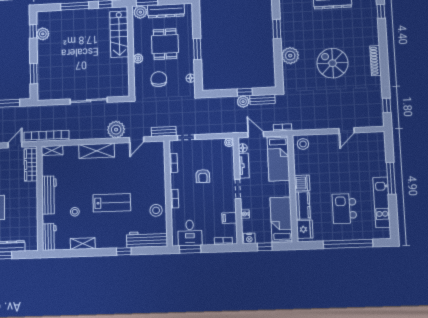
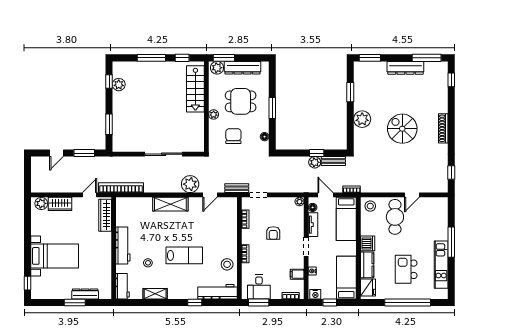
dining table: (165, 44) -> (241, 101), turned 90
shelving: (52, 150) -> (126, 202), removed
cafe table: (330, 154) -> (395, 217), added

